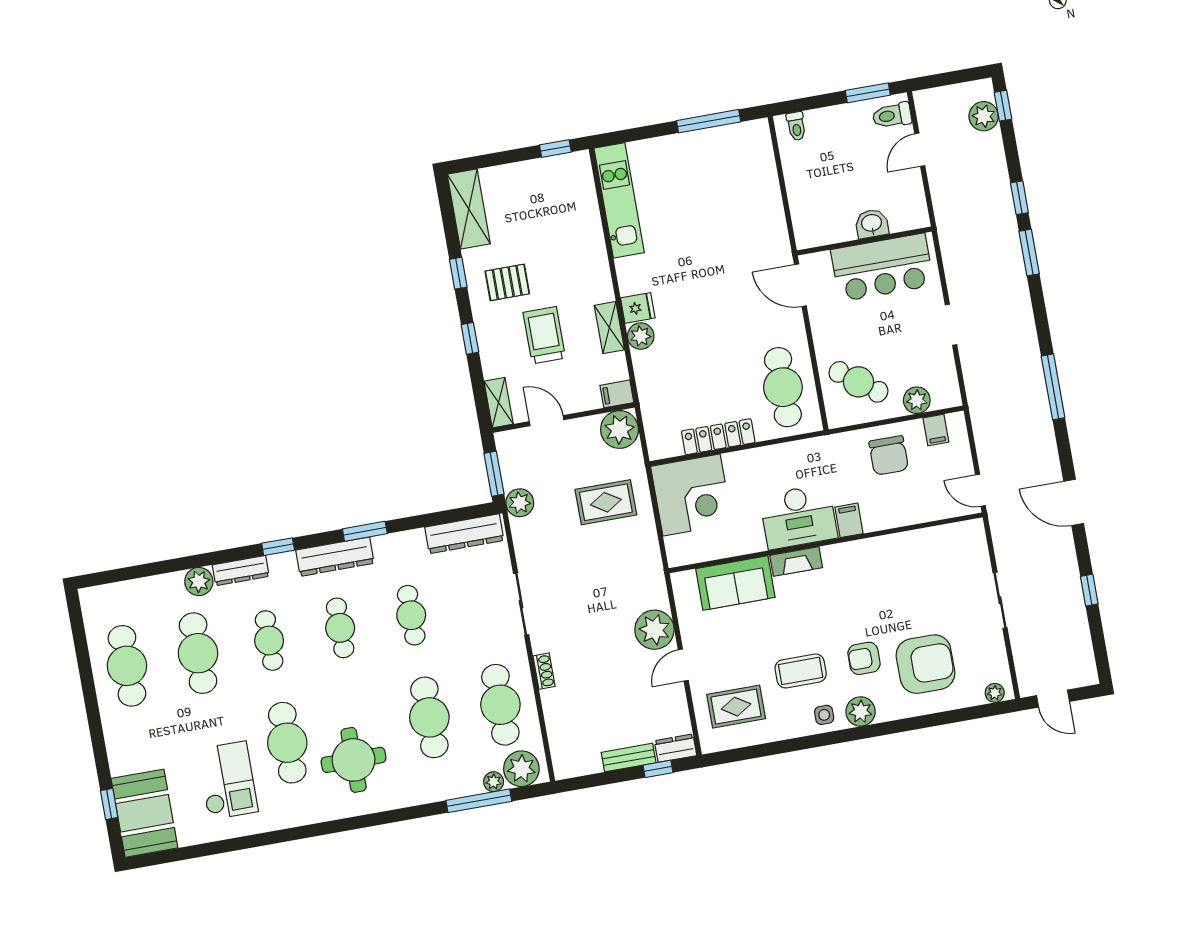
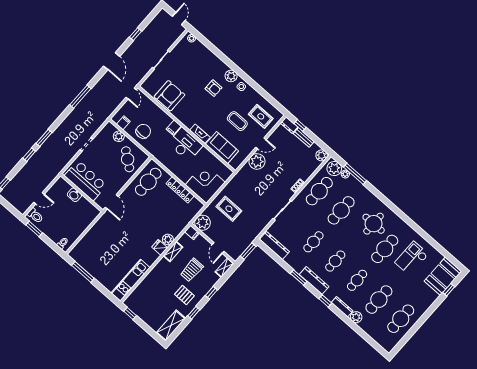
plant: (984, 116) -> (12, 186), removed
plant: (520, 503) -> (322, 155), moved
armchair: (926, 664) -> (169, 96), moved, turned 90
coffee table: (801, 671) -> (237, 121), moved

